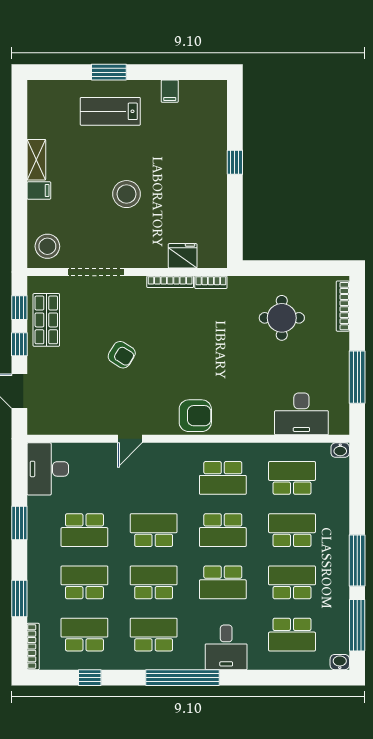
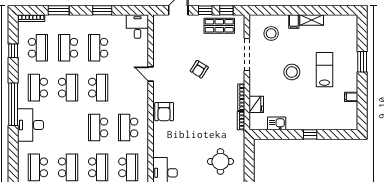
lab bench: (110, 111) -> (325, 70), moved
kitchen sink: (216, 220) -> (277, 123), added
stool: (47, 246) -> (271, 33), moved
desk: (48, 469) -> (137, 27), width x0.73
school desk: (84, 582) -> (68, 48), turned 180
school desk: (223, 582) -> (68, 127), removed
school desk: (154, 635) -> (38, 88), turned 180
desk: (226, 647) -> (31, 125), width x1.37

